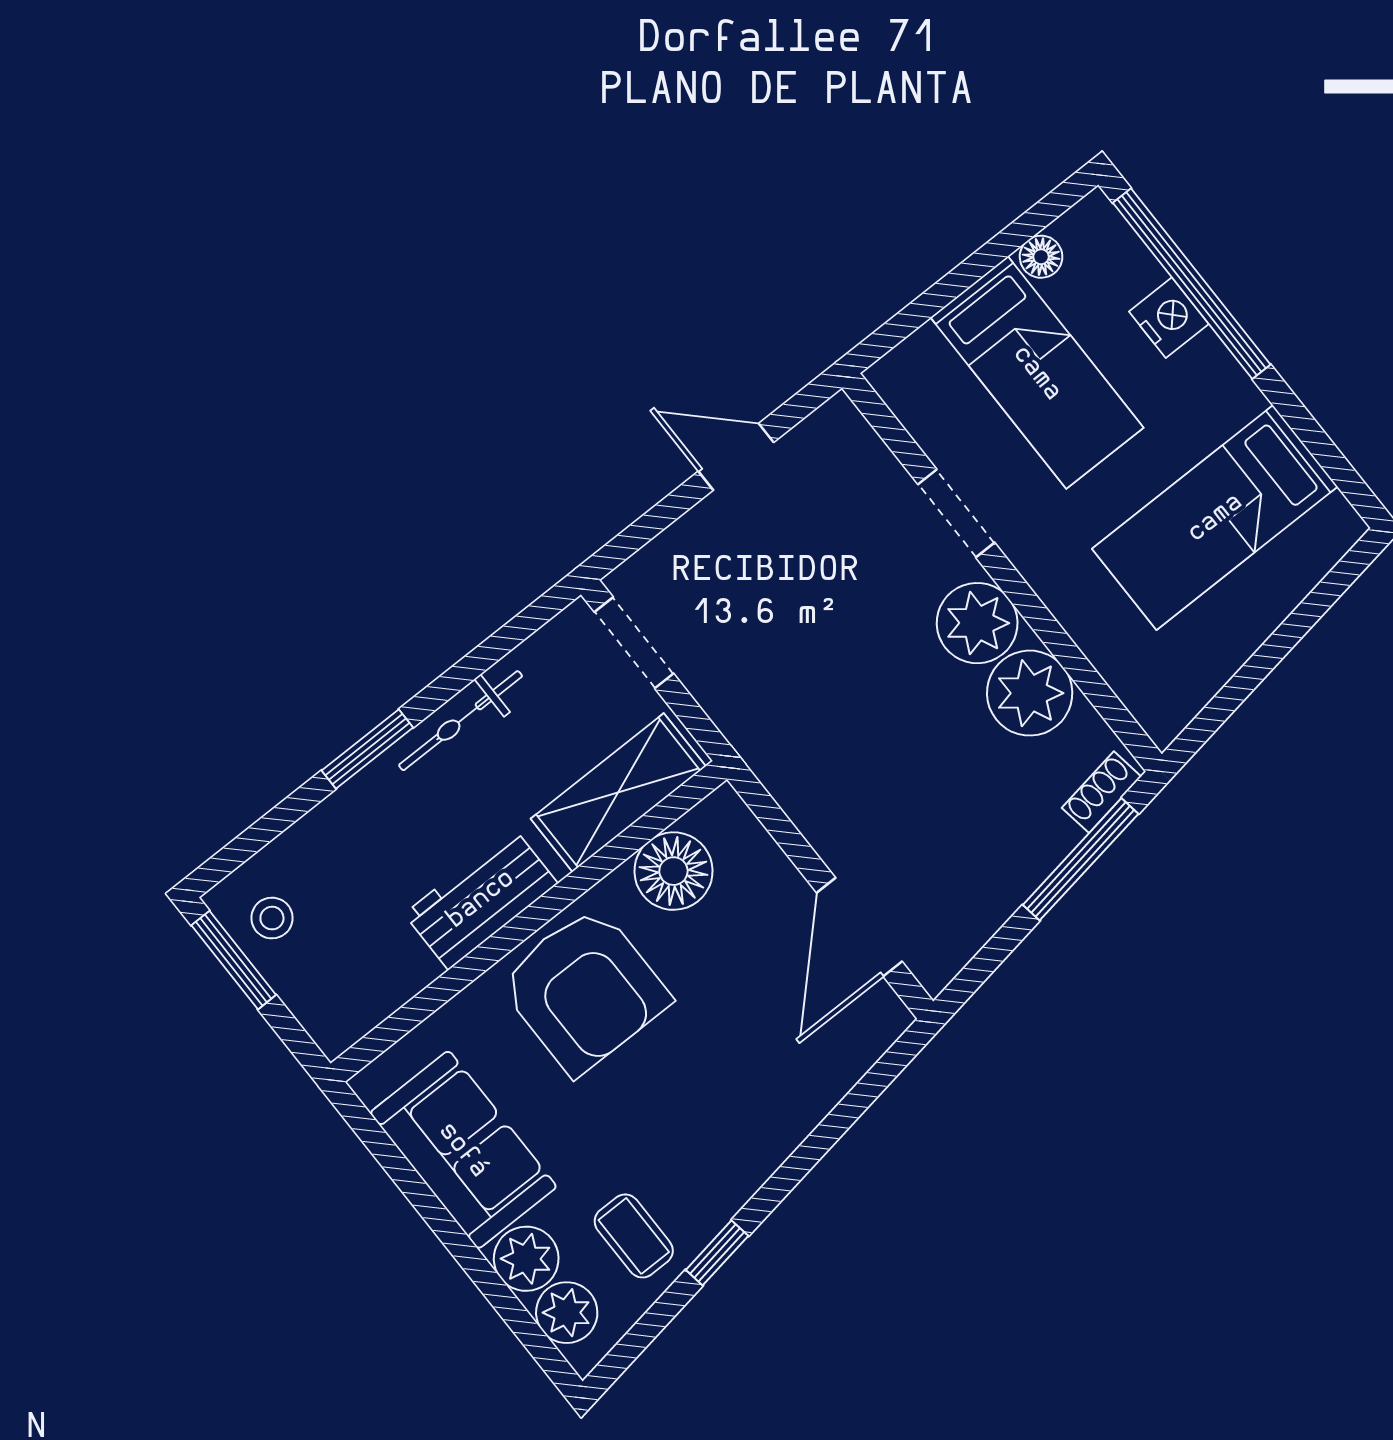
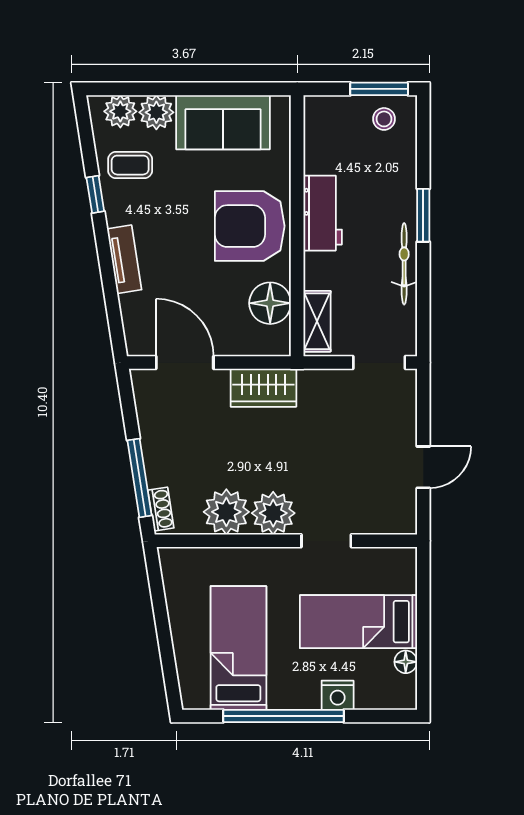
window: (1192, 284) -> (284, 716), moved
wardrobe: (805, 783) -> (263, 388), added
shelving: (618, 793) -> (317, 321), width x0.67, depth x0.75
tv unit: (778, 1135) -> (124, 259), added

